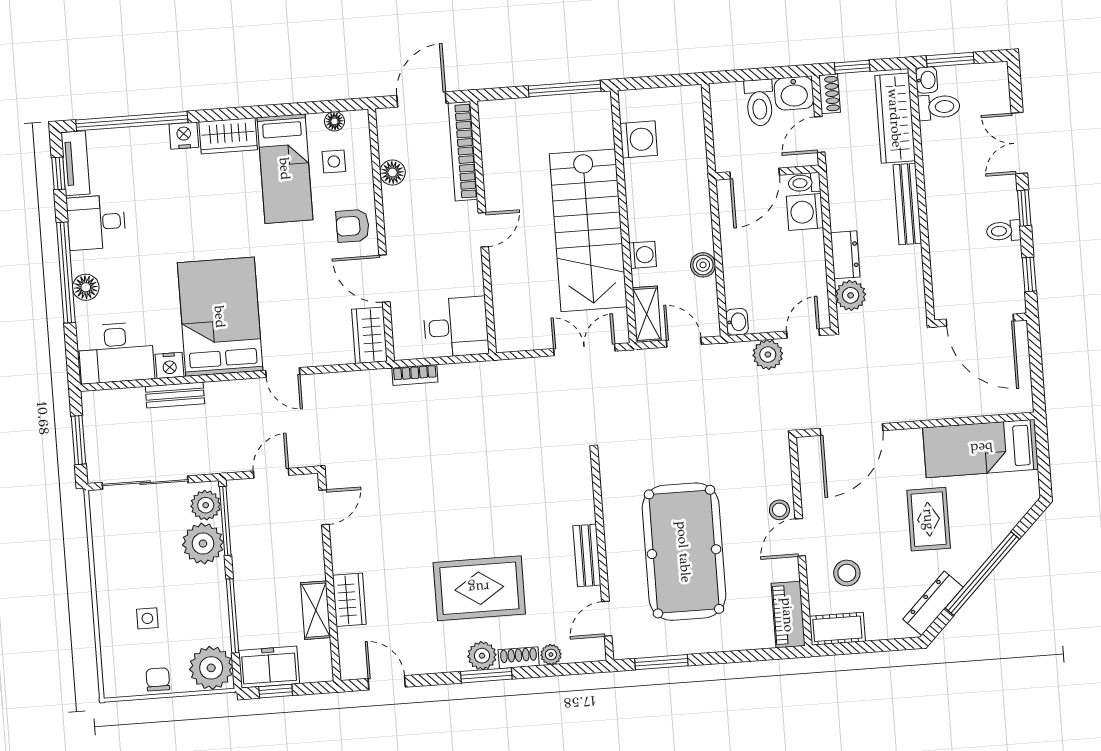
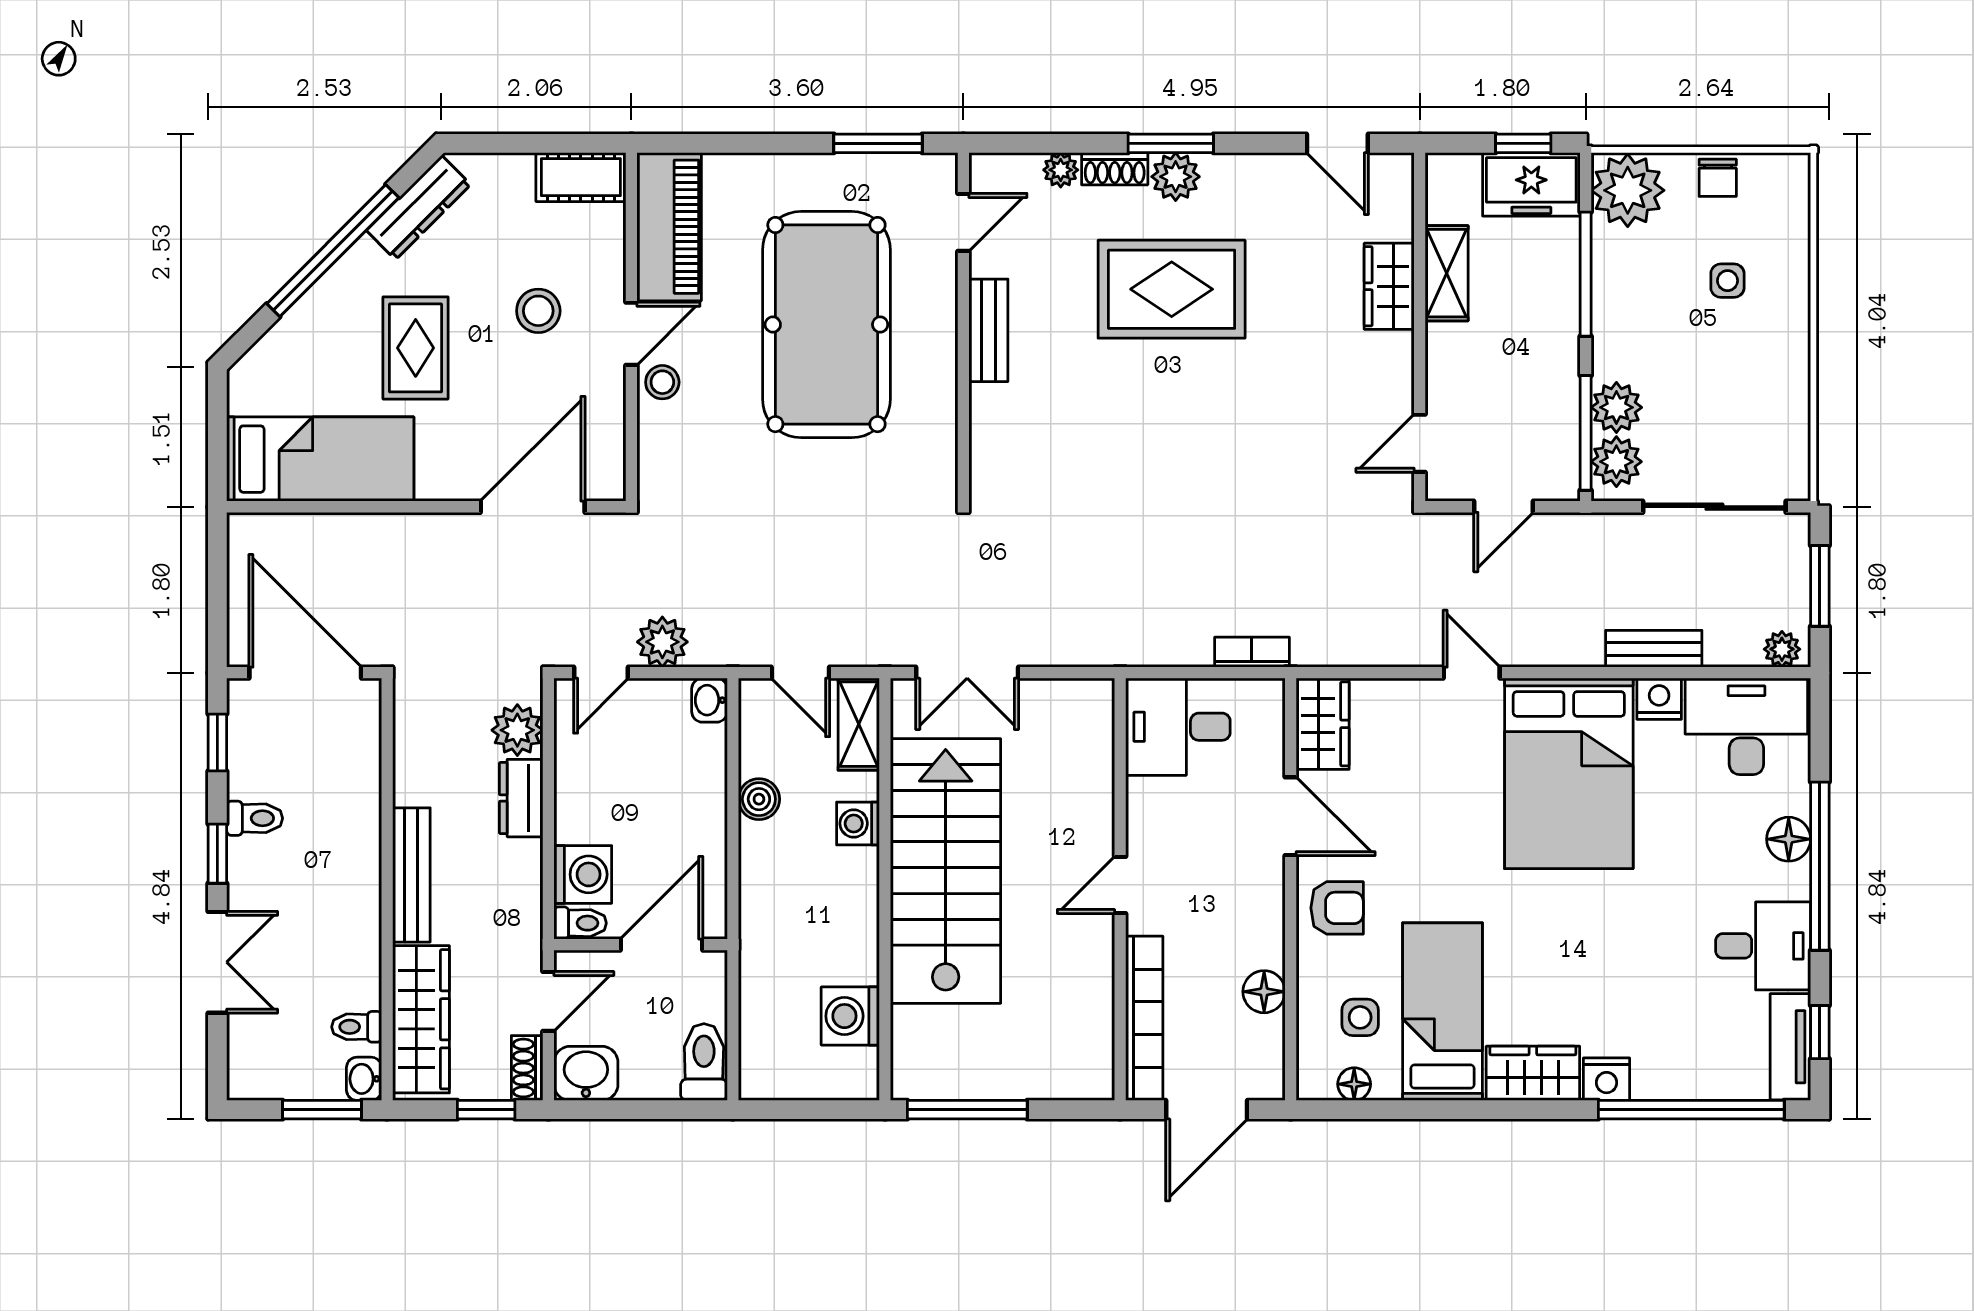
toilet: (759, 103) -> (704, 1062), moved
toilet: (939, 107) -> (357, 1027), width x0.73, depth x0.72
plant: (98, 401) -> (1782, 649), added
plant: (203, 543) -> (1616, 407), width x0.73, depth x0.73
stool: (847, 573) -> (538, 311), moved
piano: (788, 615) -> (669, 227), width x1.37, depth x1.33

